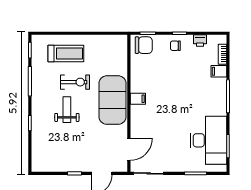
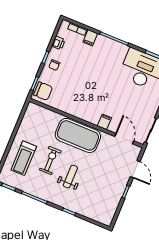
chair: (144, 45) -> (43, 91), turned 90
treadmill: (66, 54) -> (24, 158), turned 180
filing cabinet: (138, 99) -> (104, 122), moved
weight bench: (67, 110) -> (70, 177), turned 90

